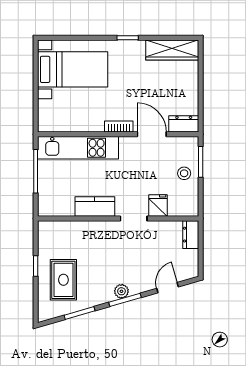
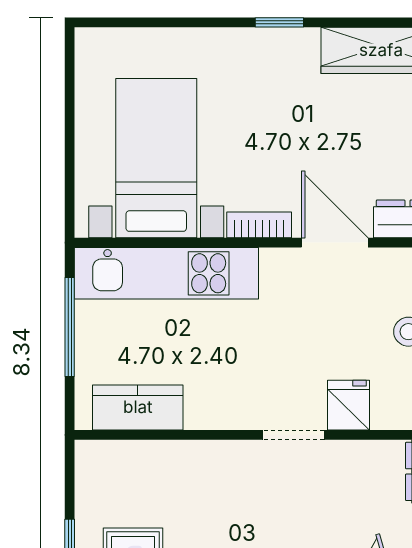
bed with nightstands: (73, 69) -> (156, 158), moved, turned -90
kitchen counter: (95, 207) -> (138, 407), moved

